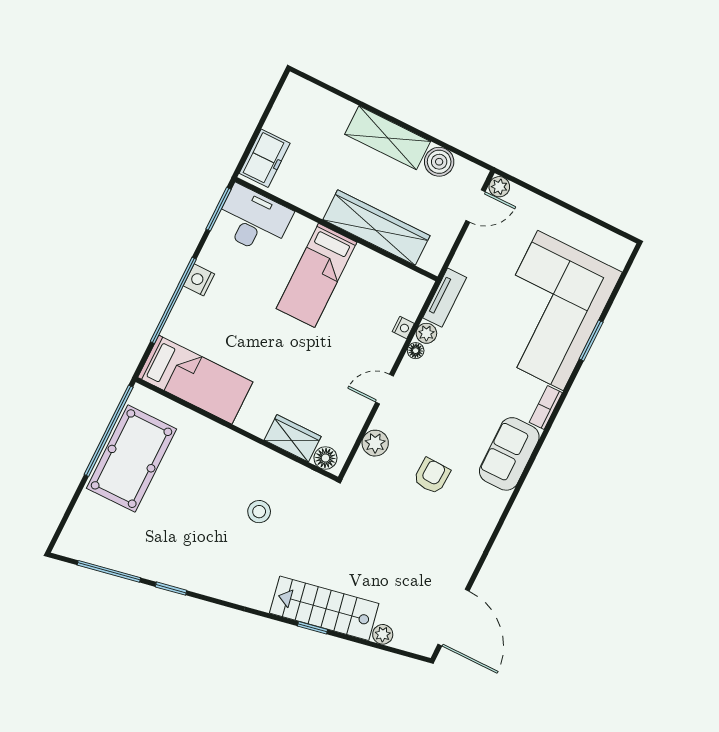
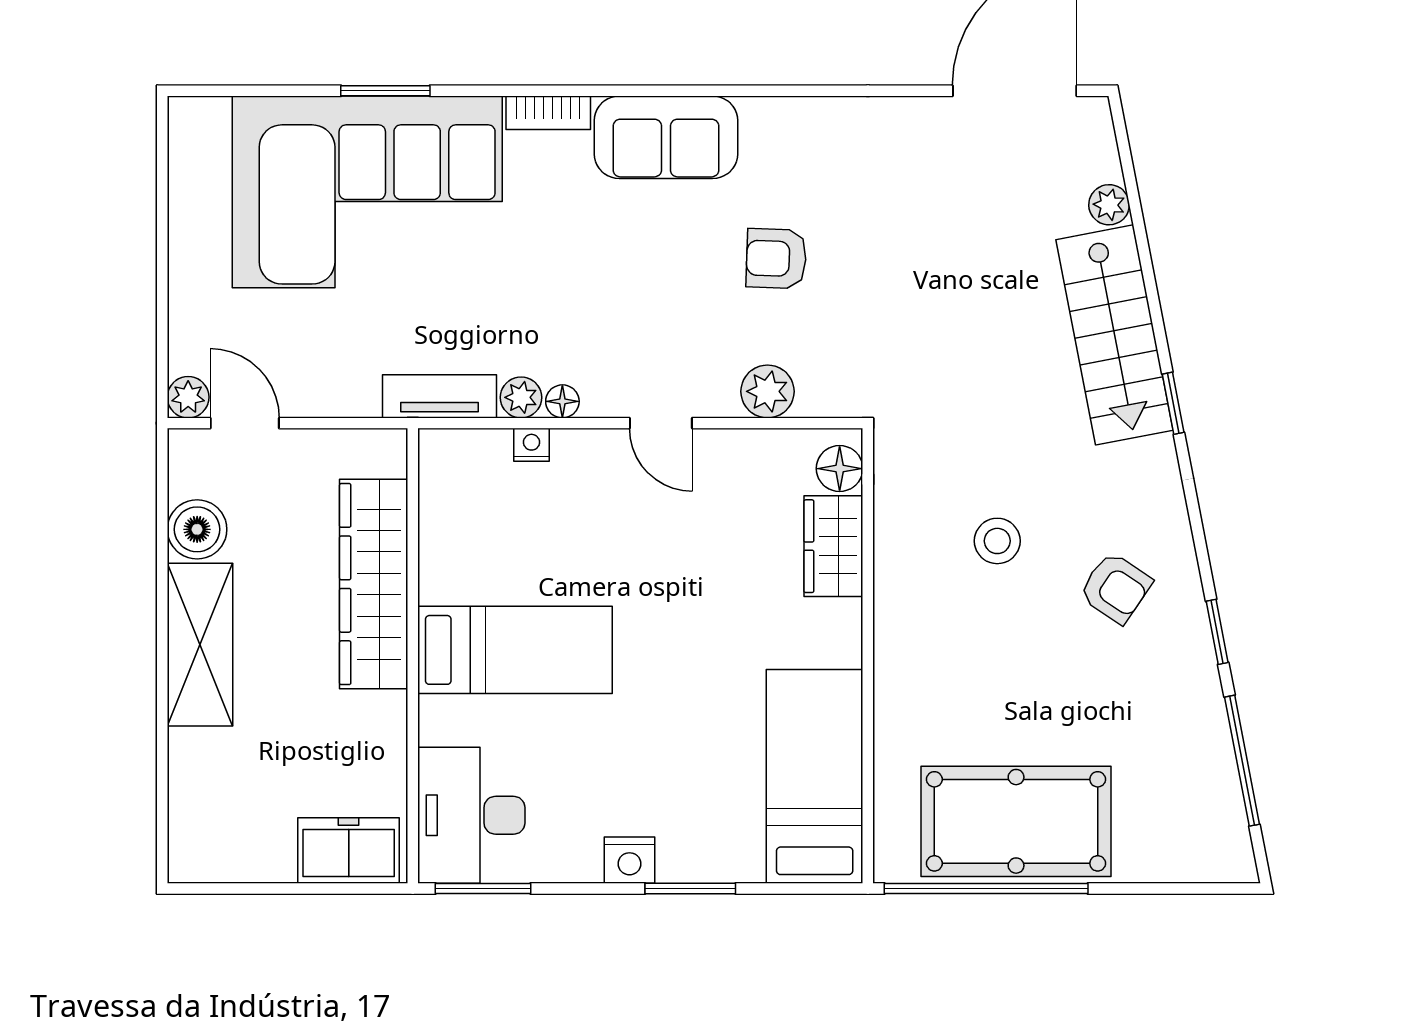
window: (173, 300) -> (690, 888), width x0.47
armchair: (213, 553) -> (1116, 588), added
window: (312, 628) -> (1173, 403), moved

